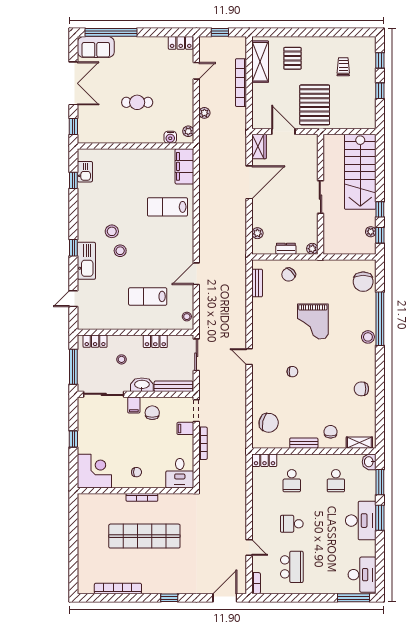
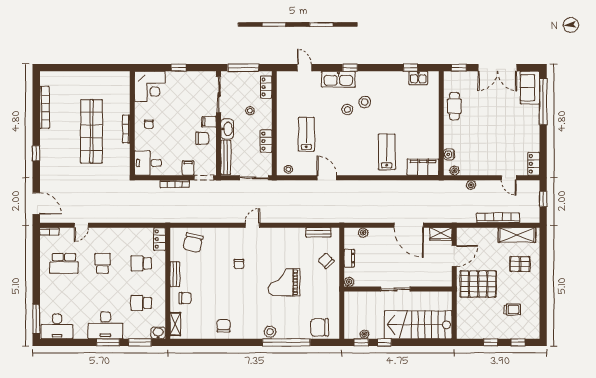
cafe table: (137, 102) -> (454, 106), moved

